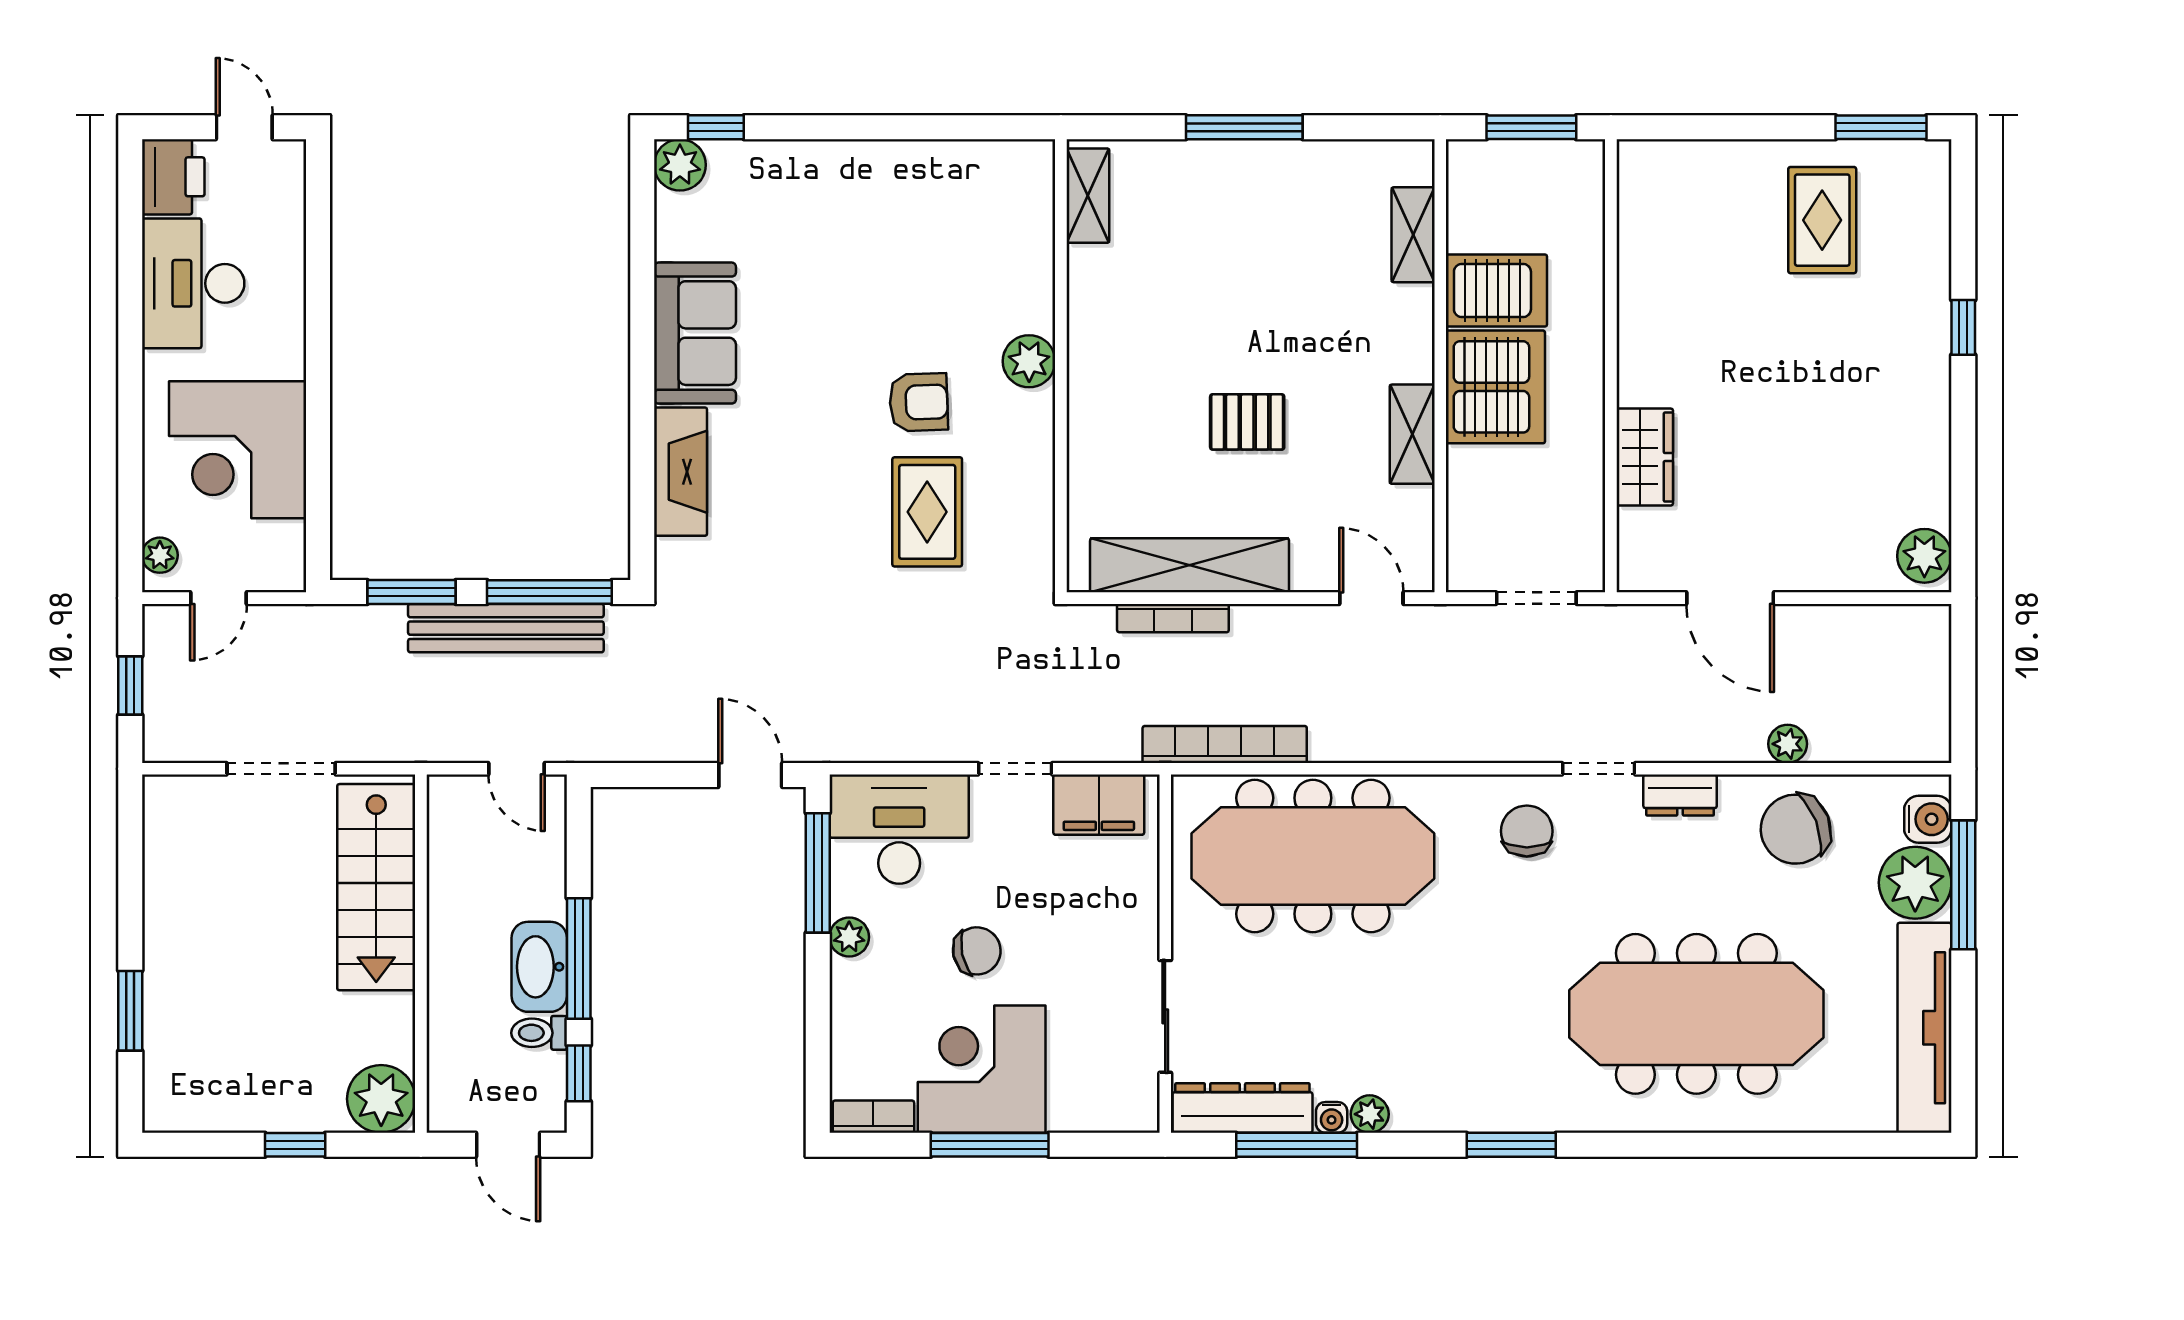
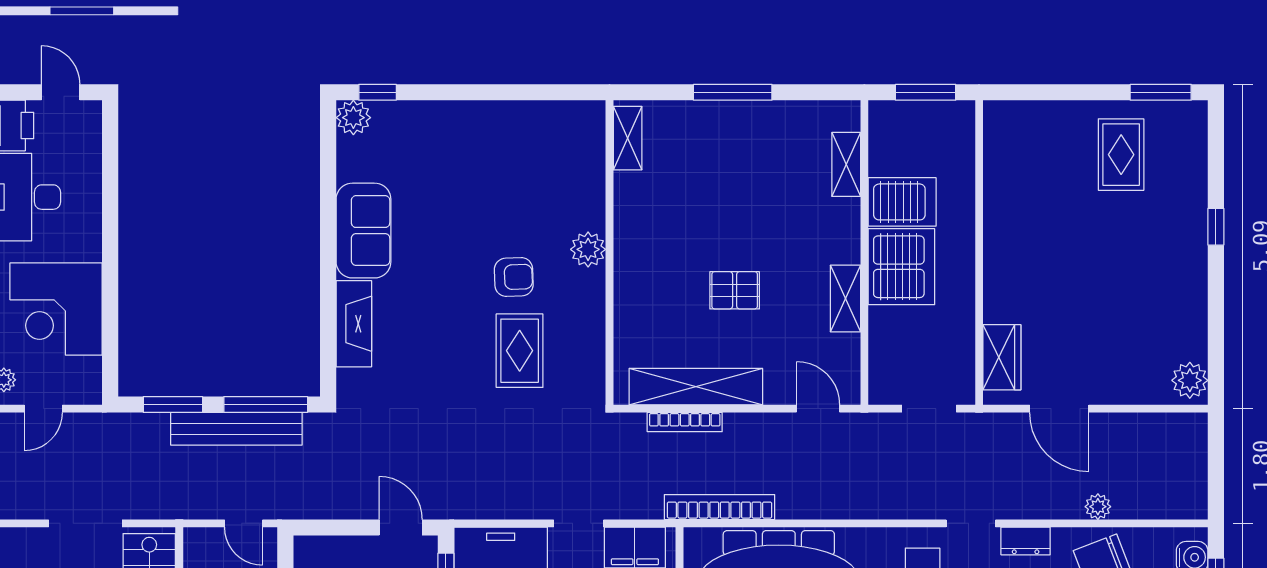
wardrobe: (1645, 457) -> (1002, 357), moved

